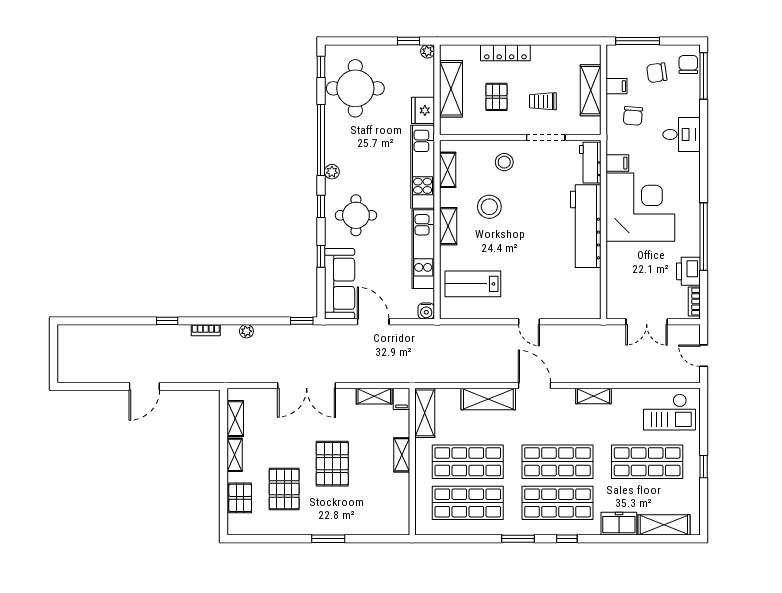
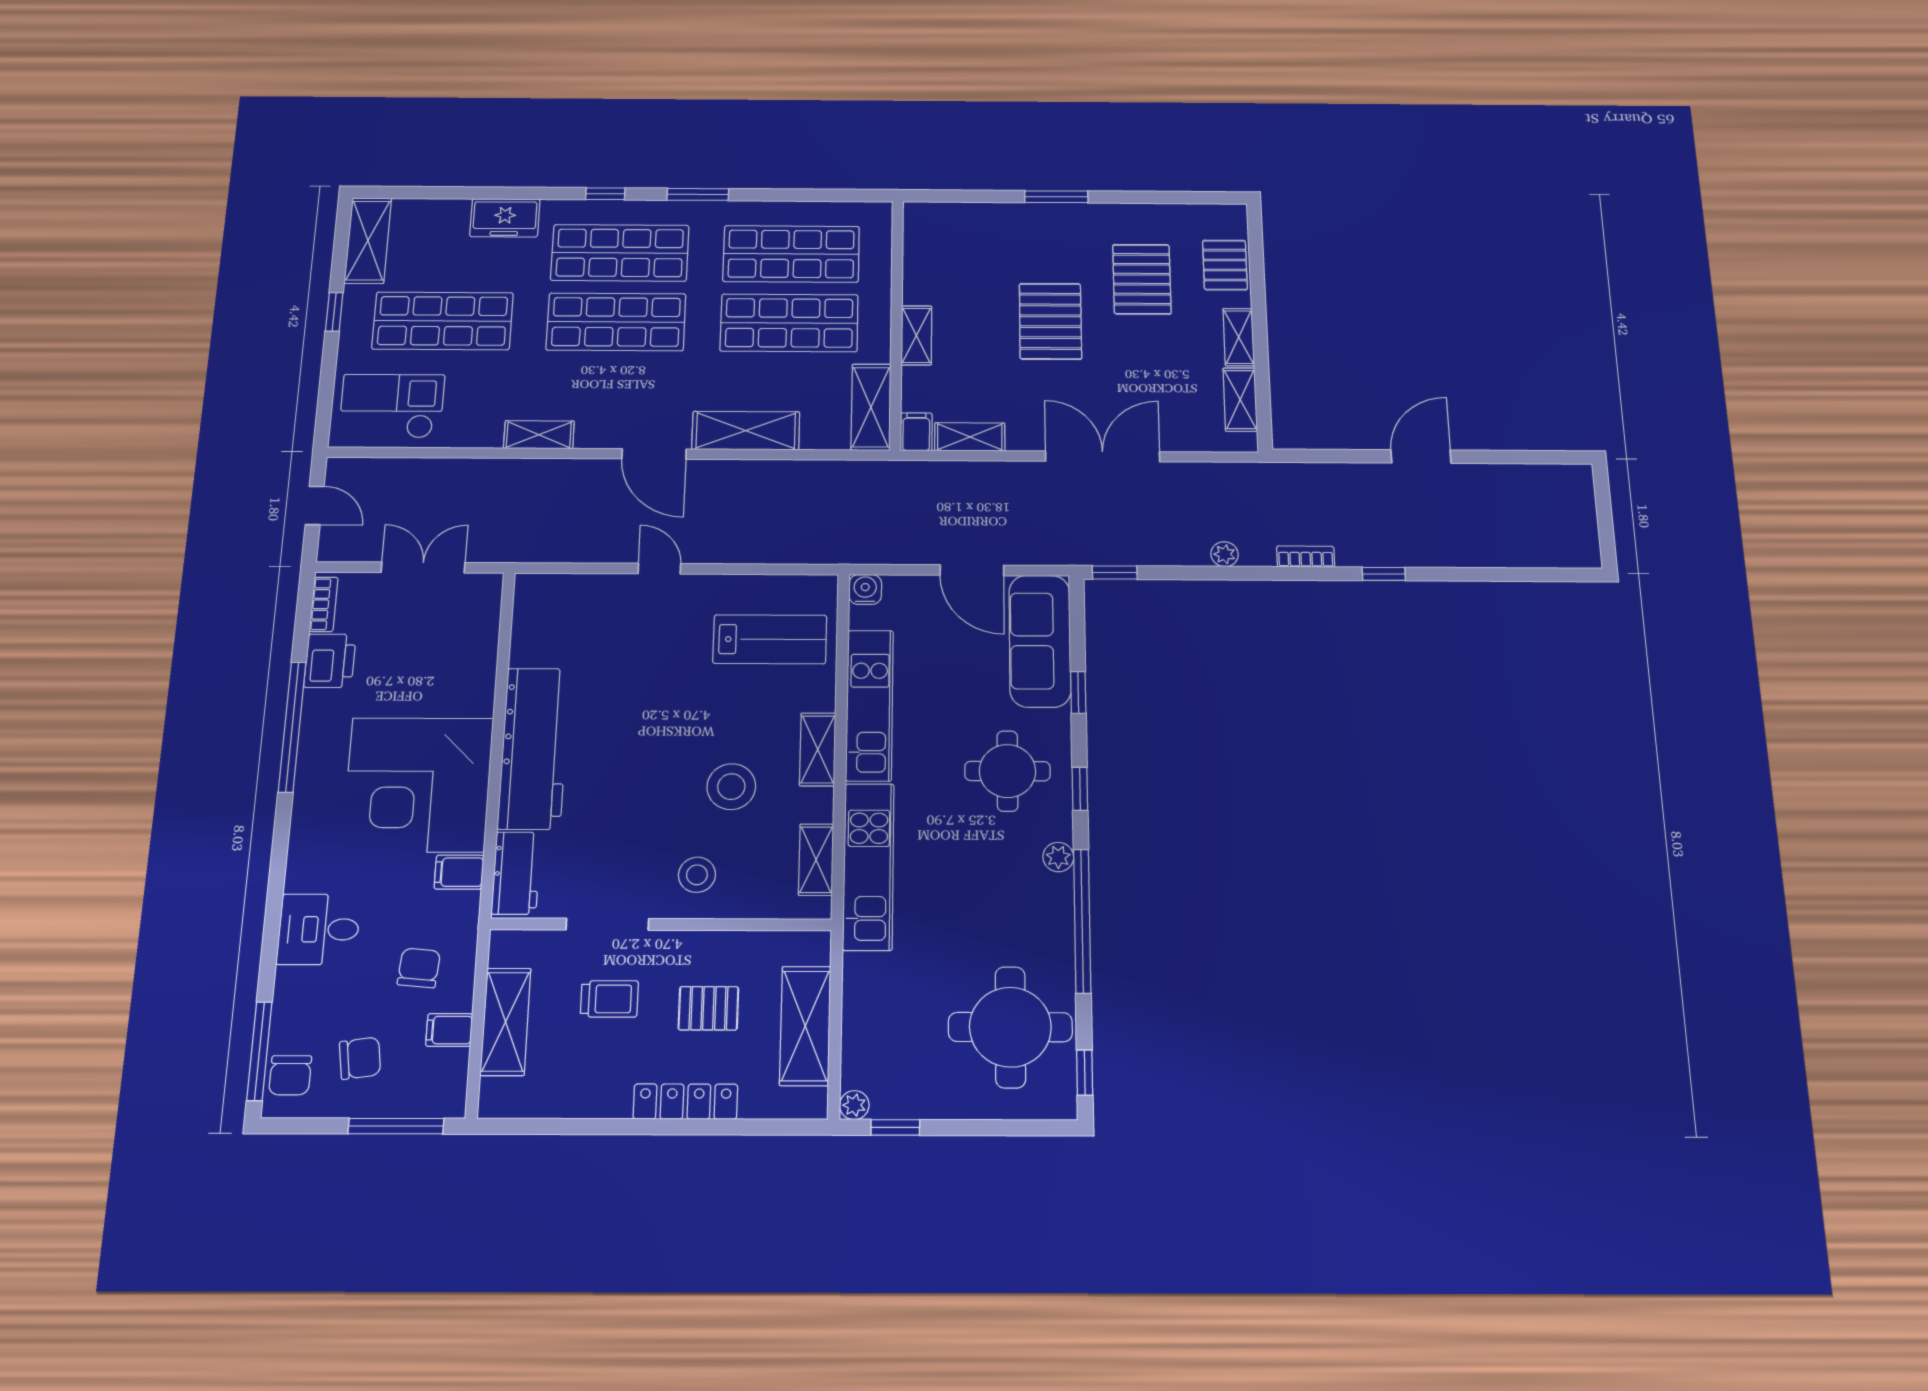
pallet: (496, 97) -> (708, 1008), turned 90
fridge: (423, 110) -> (866, 981), removed
shelving: (664, 525) -> (368, 240), moved, turned 90

